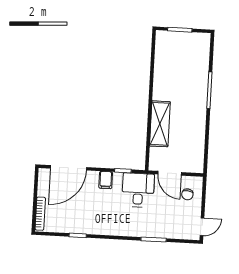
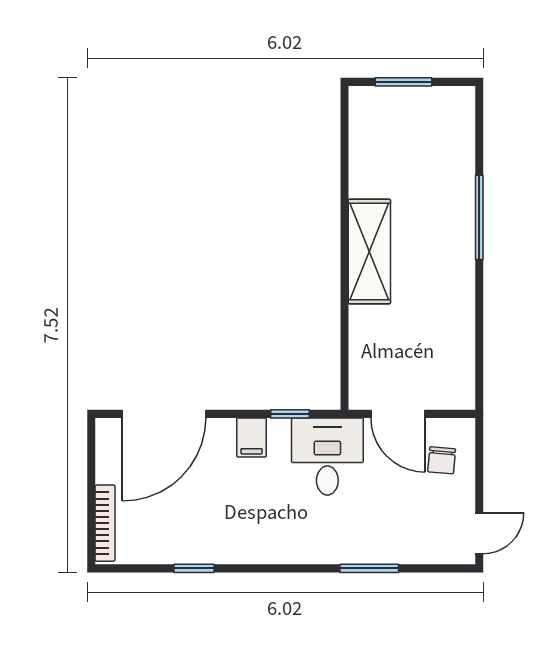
shelving: (160, 124) -> (369, 252), moved

